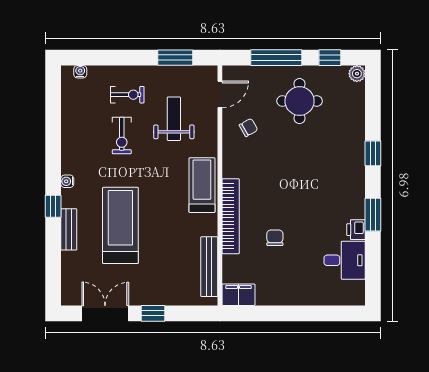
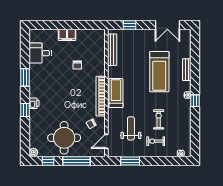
round table: (300, 101) -> (64, 138), width x1.36, depth x1.36
weight bench: (174, 119) -> (131, 128), turned 180
treadmill: (202, 185) -> (116, 93), turned 180
window: (53, 206) -> (195, 101), moved
bookcase: (231, 216) -> (101, 96), moved
printer: (356, 230) -> (34, 103), moved
filing cabinet: (239, 295) -> (67, 35), moved
window: (153, 313) -> (130, 25), moved

